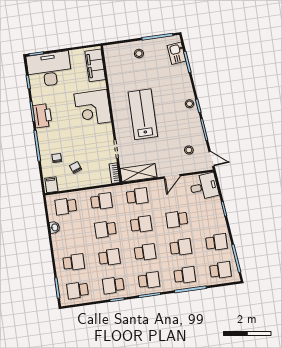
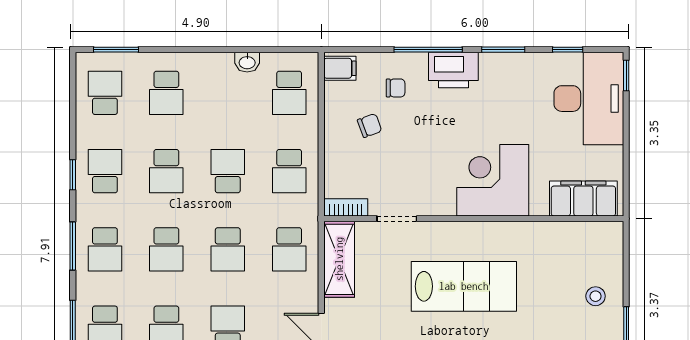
printer: (42, 116) -> (453, 70), moved
school desk: (66, 206) -> (289, 93), turned 180

